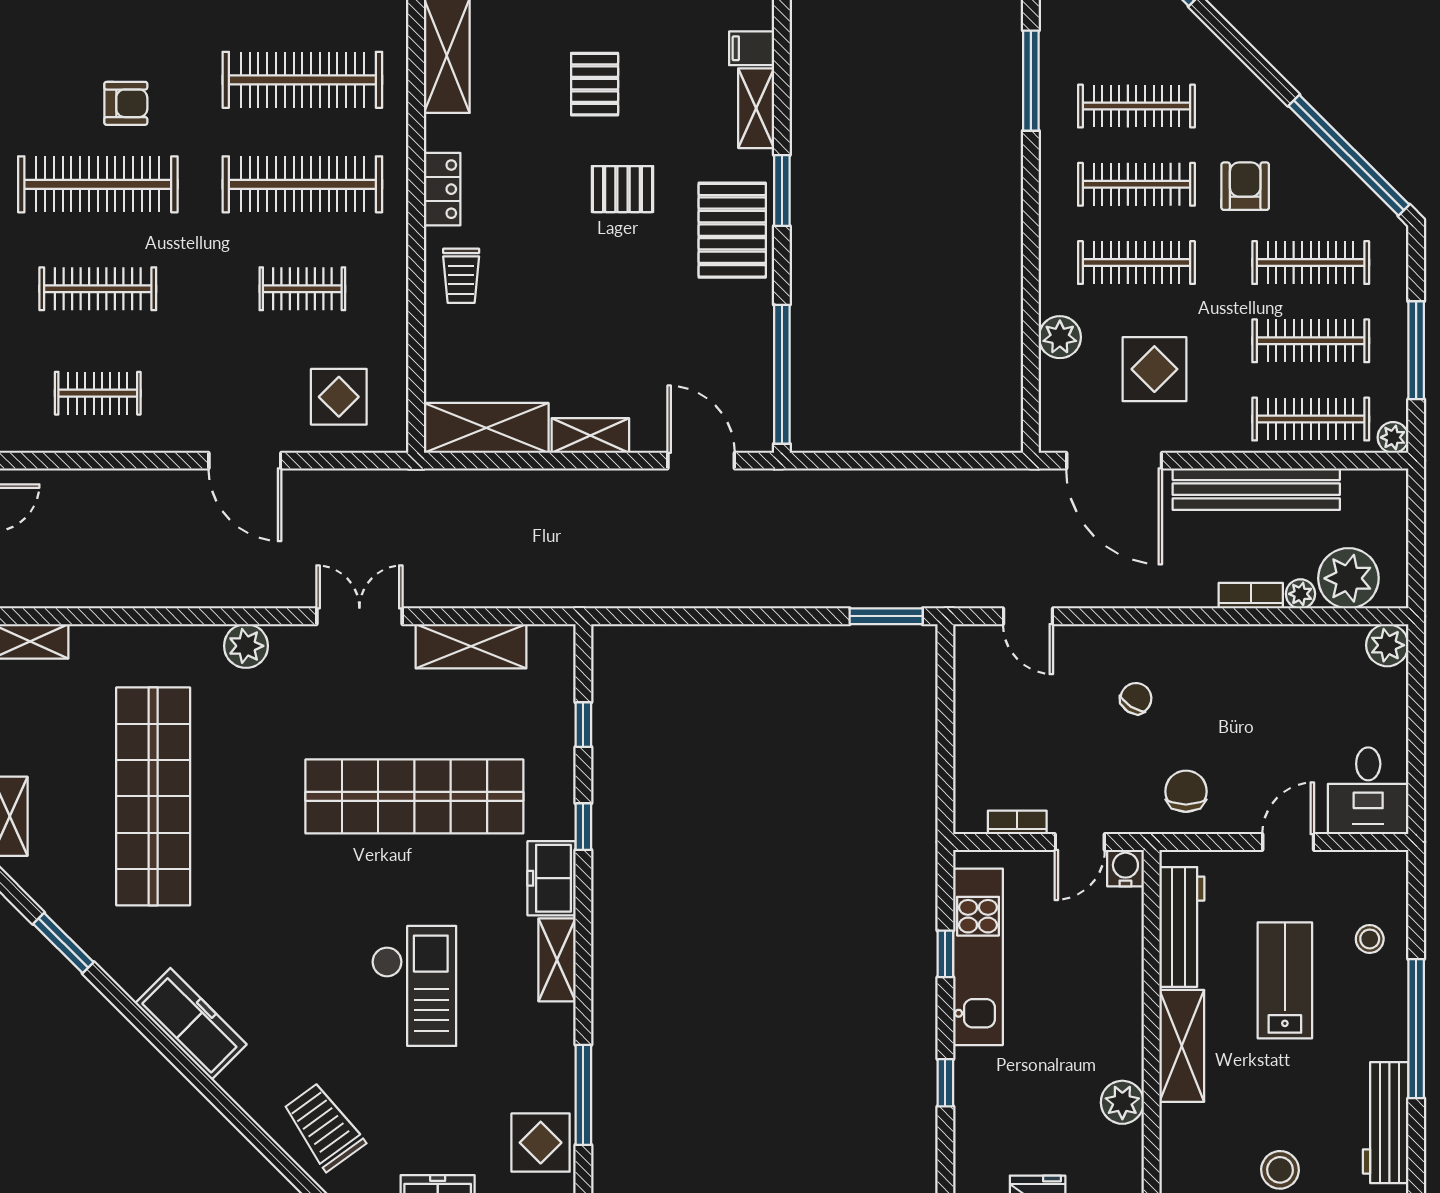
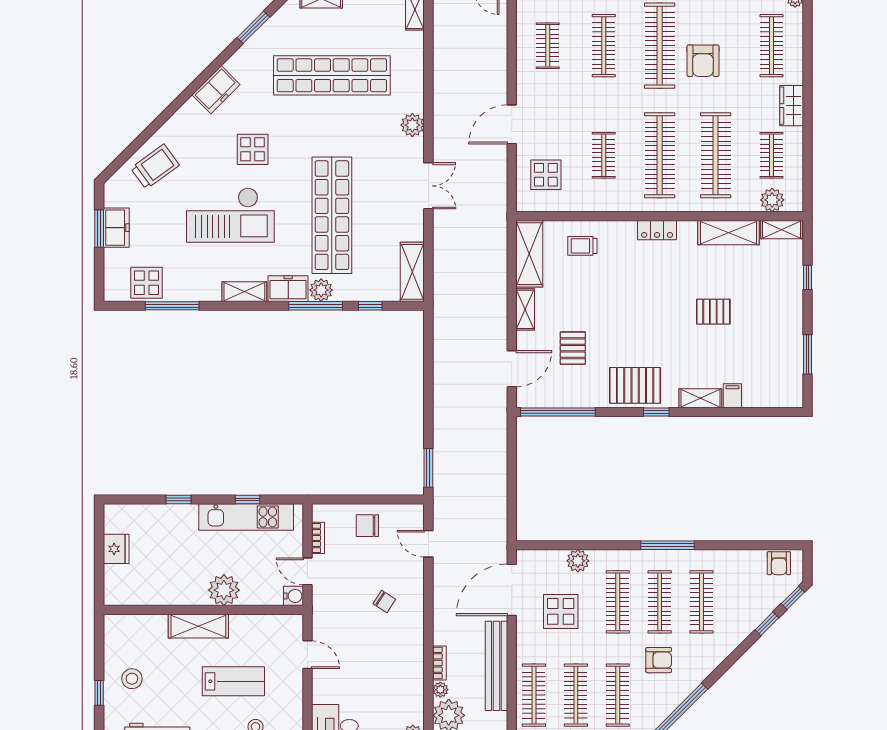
window: (1031, 81) -> (667, 545), moved
armchair: (126, 103) -> (703, 61), width x1.38, depth x1.38
pallet: (622, 189) -> (573, 348), moved
window: (782, 190) -> (656, 412), width x0.67
trolley: (461, 276) -> (582, 246), moved
door: (1028, 616) -> (428, 544), hinge flipped
shelving: (471, 646) -> (412, 272), moved
chair: (1186, 791) -> (367, 526), moved, turned 180
plant: (554, 817) -> (321, 290), added
window: (583, 827) -> (316, 306), width x2.17
door: (1288, 842) -> (307, 655), moved
workbench: (1182, 927) -> (262, 626), removed
display table: (291, 945) -> (253, 149), added
checkout: (414, 986) -> (230, 215), width x1.36, depth x1.21
freezer: (191, 1024) -> (216, 90), width x0.71
plant: (1122, 1102) -> (224, 590), moved, width x1.36, depth x1.36

